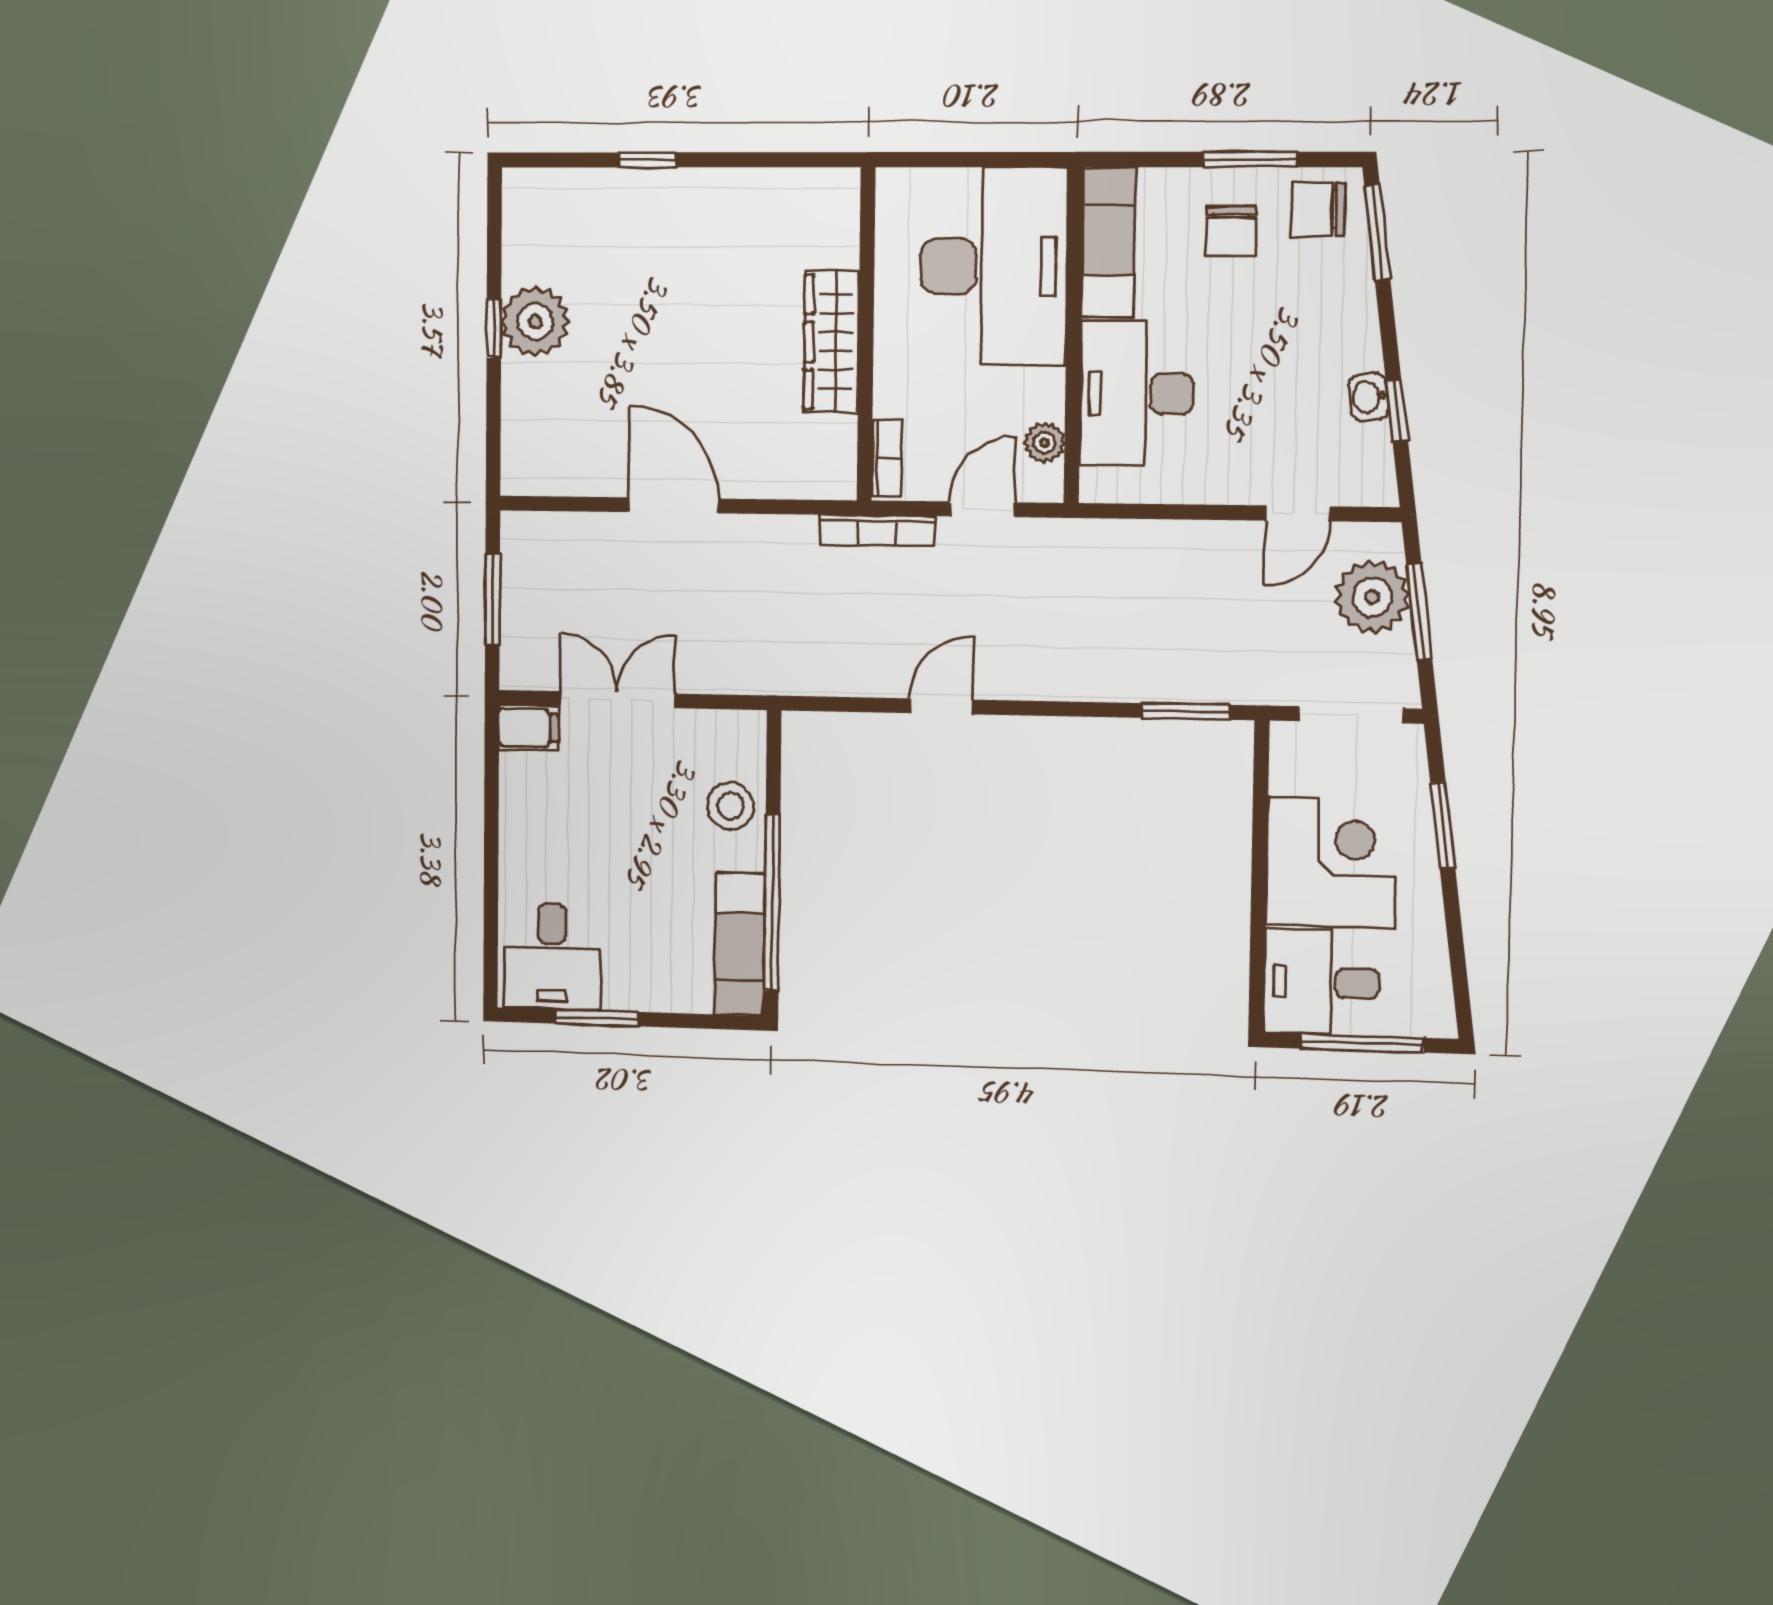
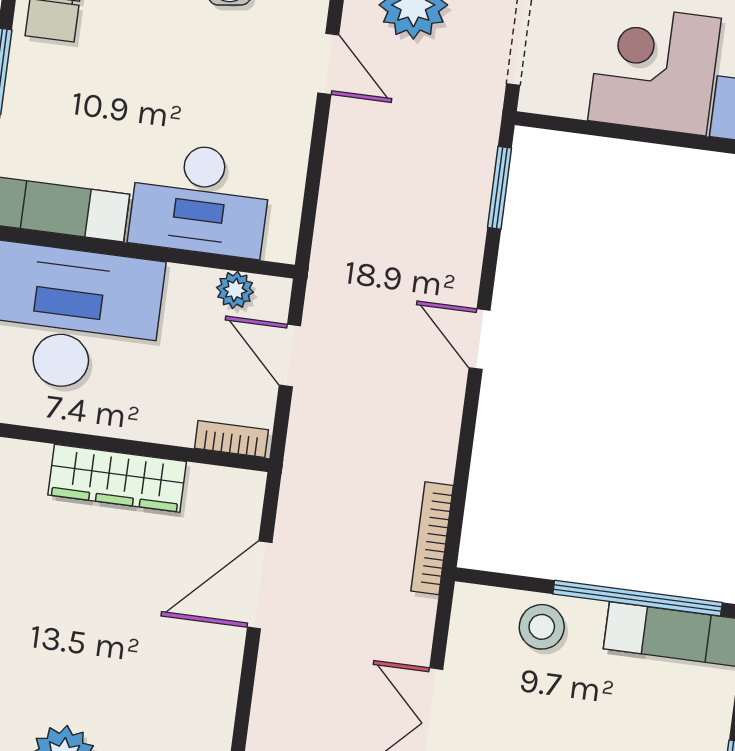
chair: (1231, 231) -> (62, 96), removed
door: (673, 505) -> (260, 585), moved
bookcase: (877, 530) -> (432, 538), moved, turned 180
door: (941, 706) -> (480, 339), moved

